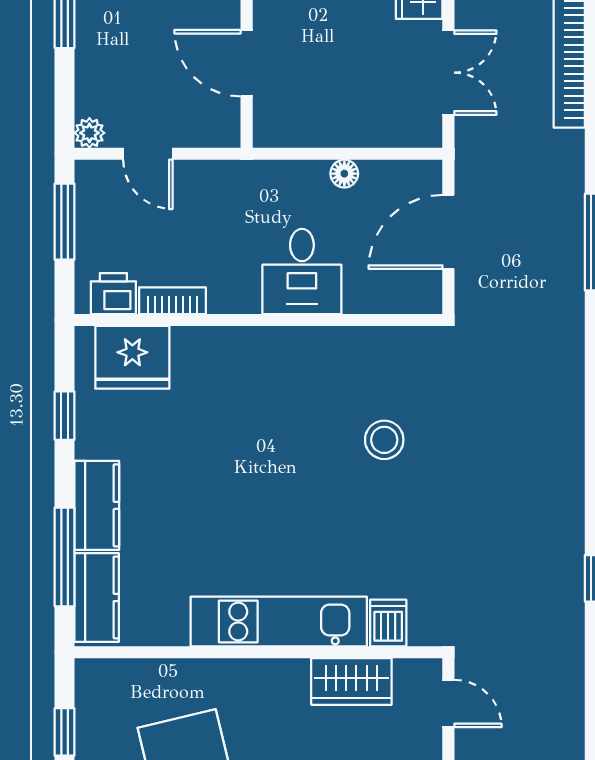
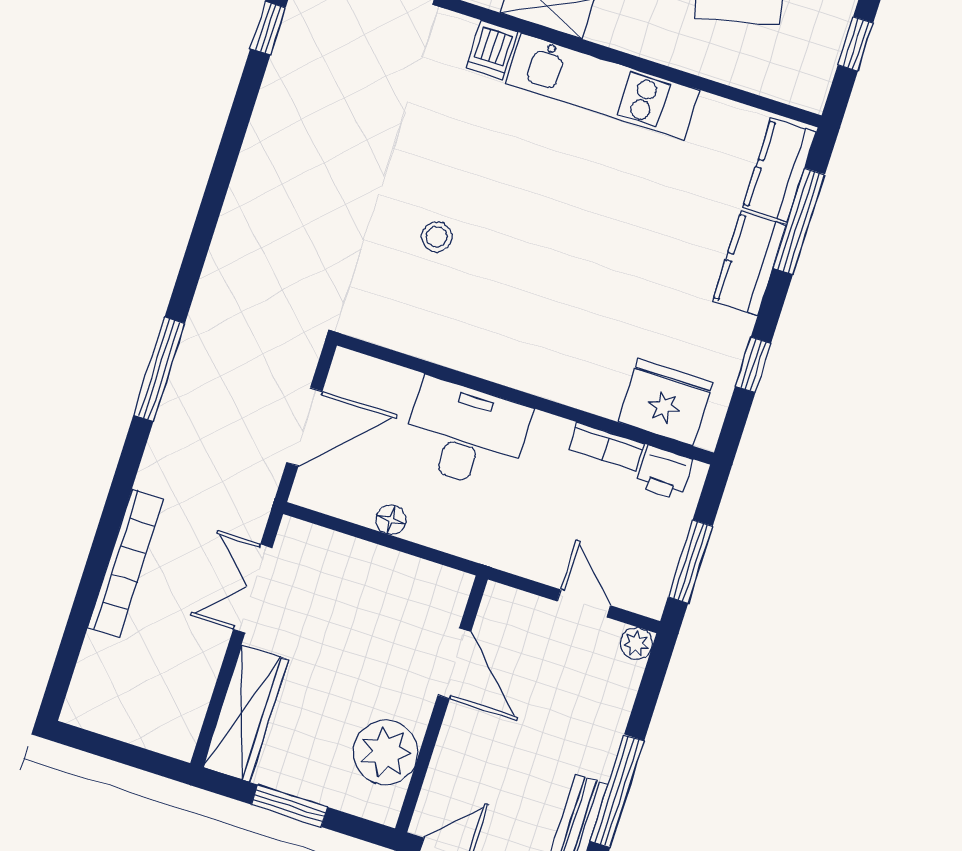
desk: (302, 271) -> (466, 434), width x1.37
stool: (384, 440) -> (437, 237), width x0.73, depth x0.73

